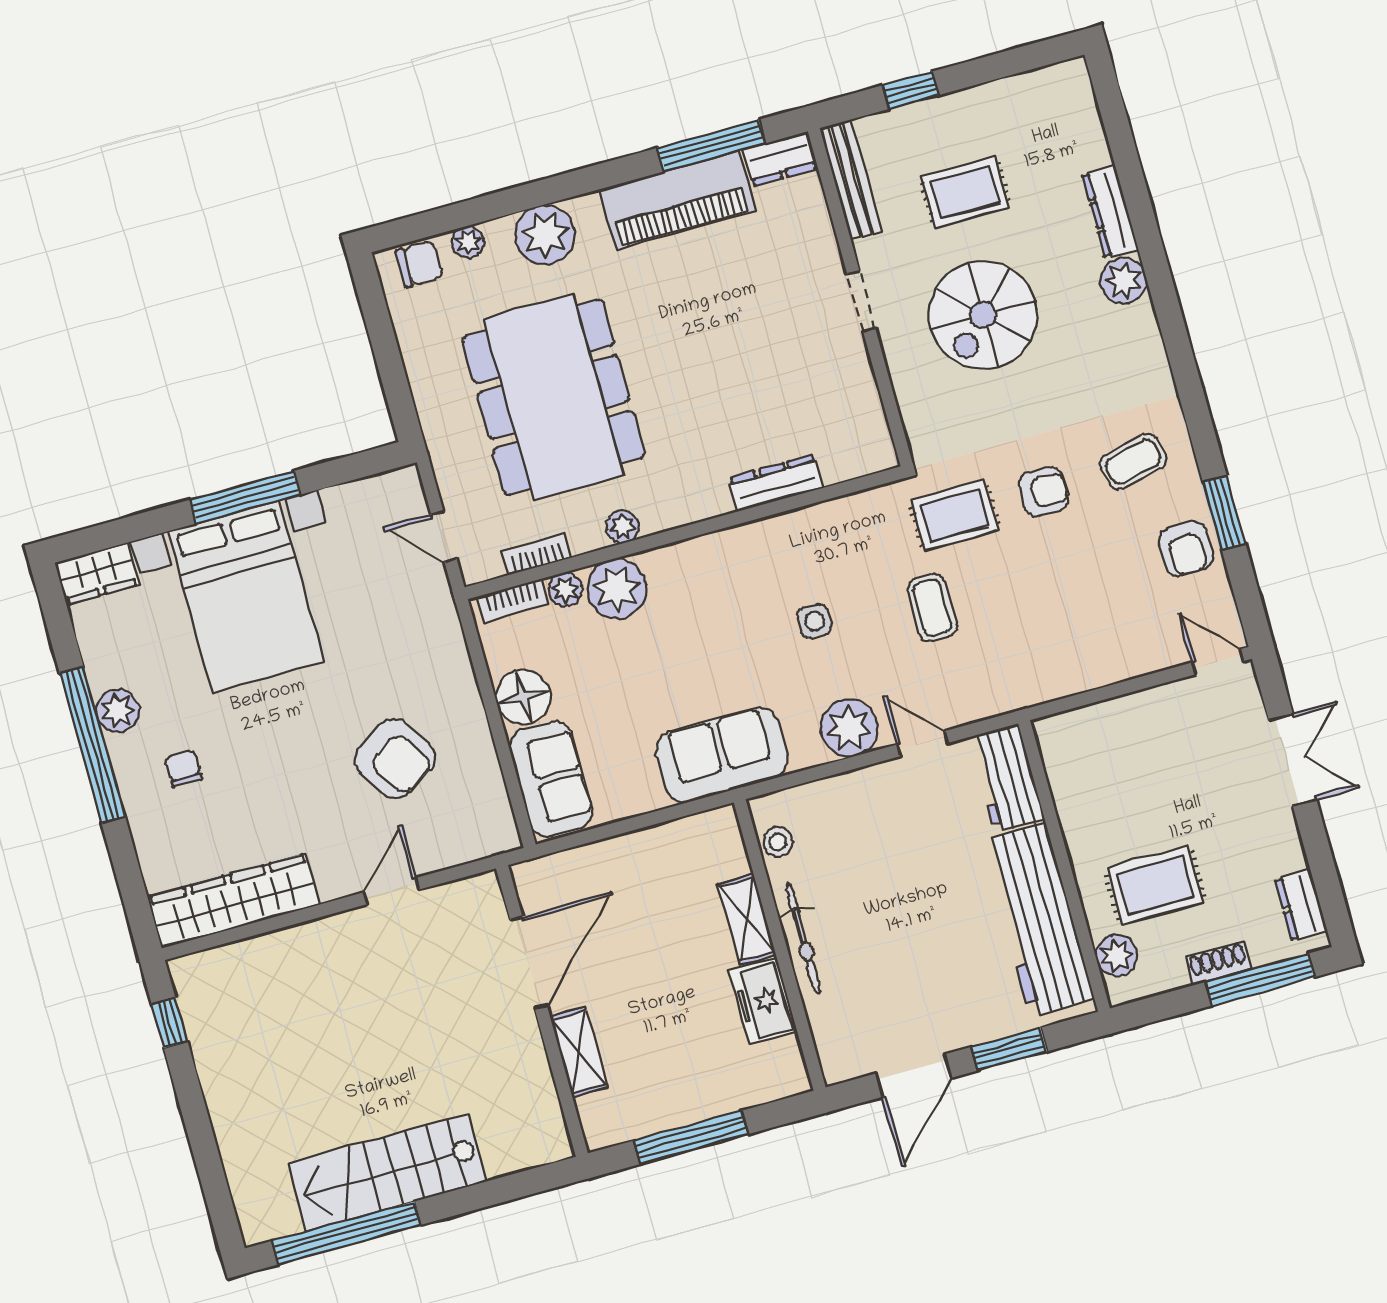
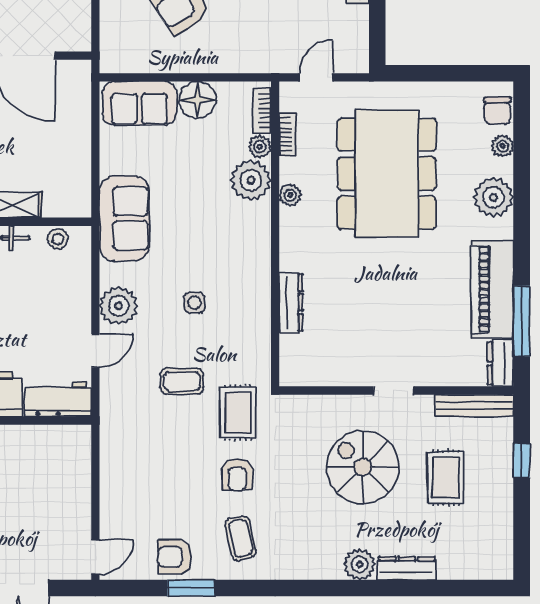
dining table: (554, 397) -> (387, 174), turned 90

